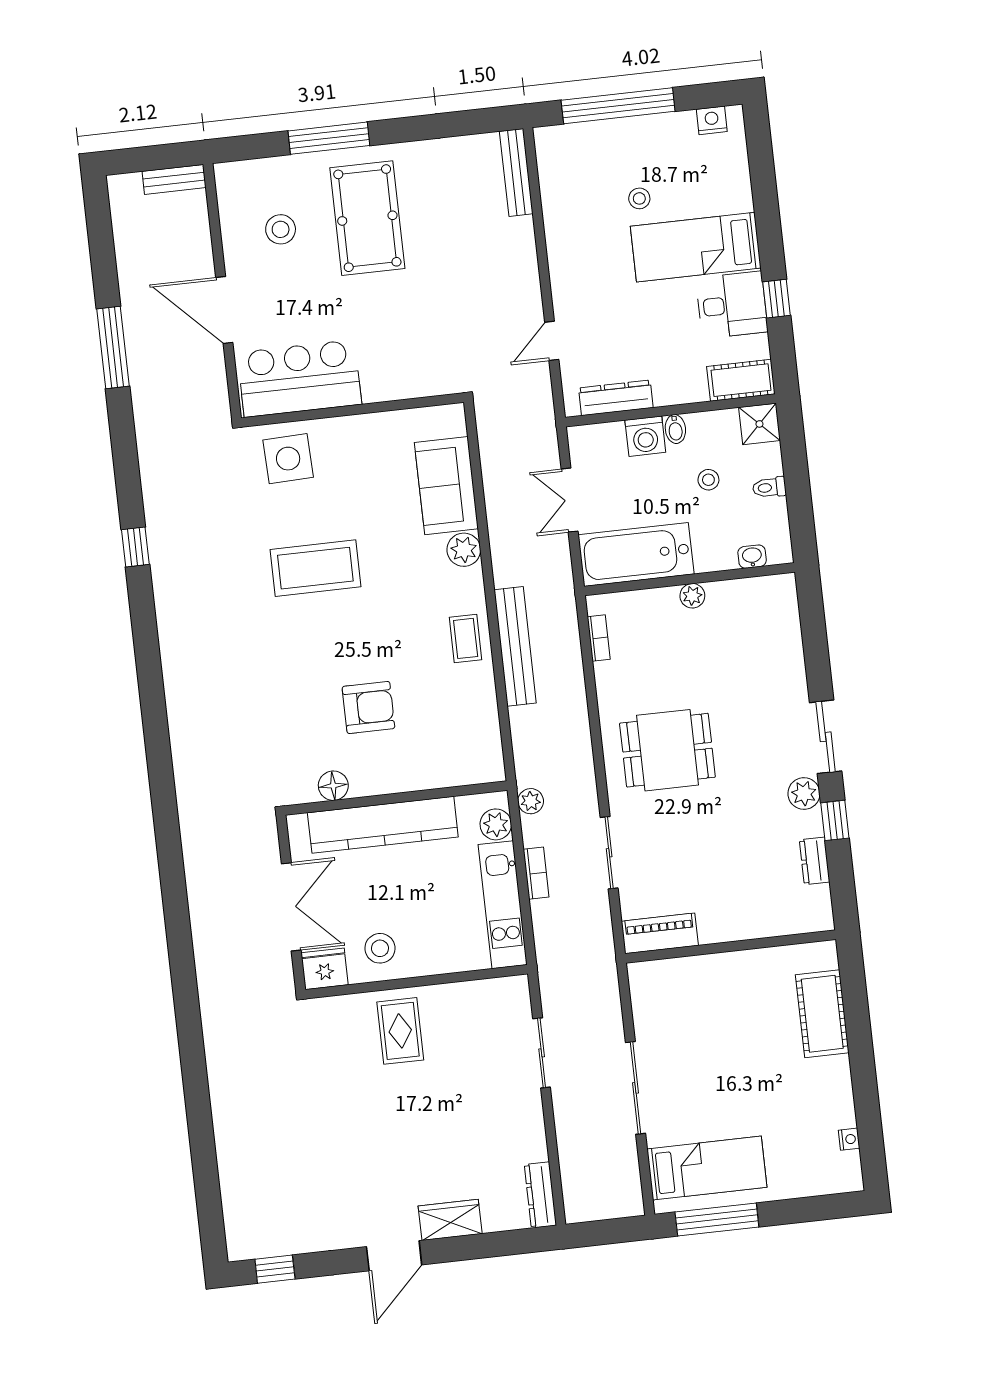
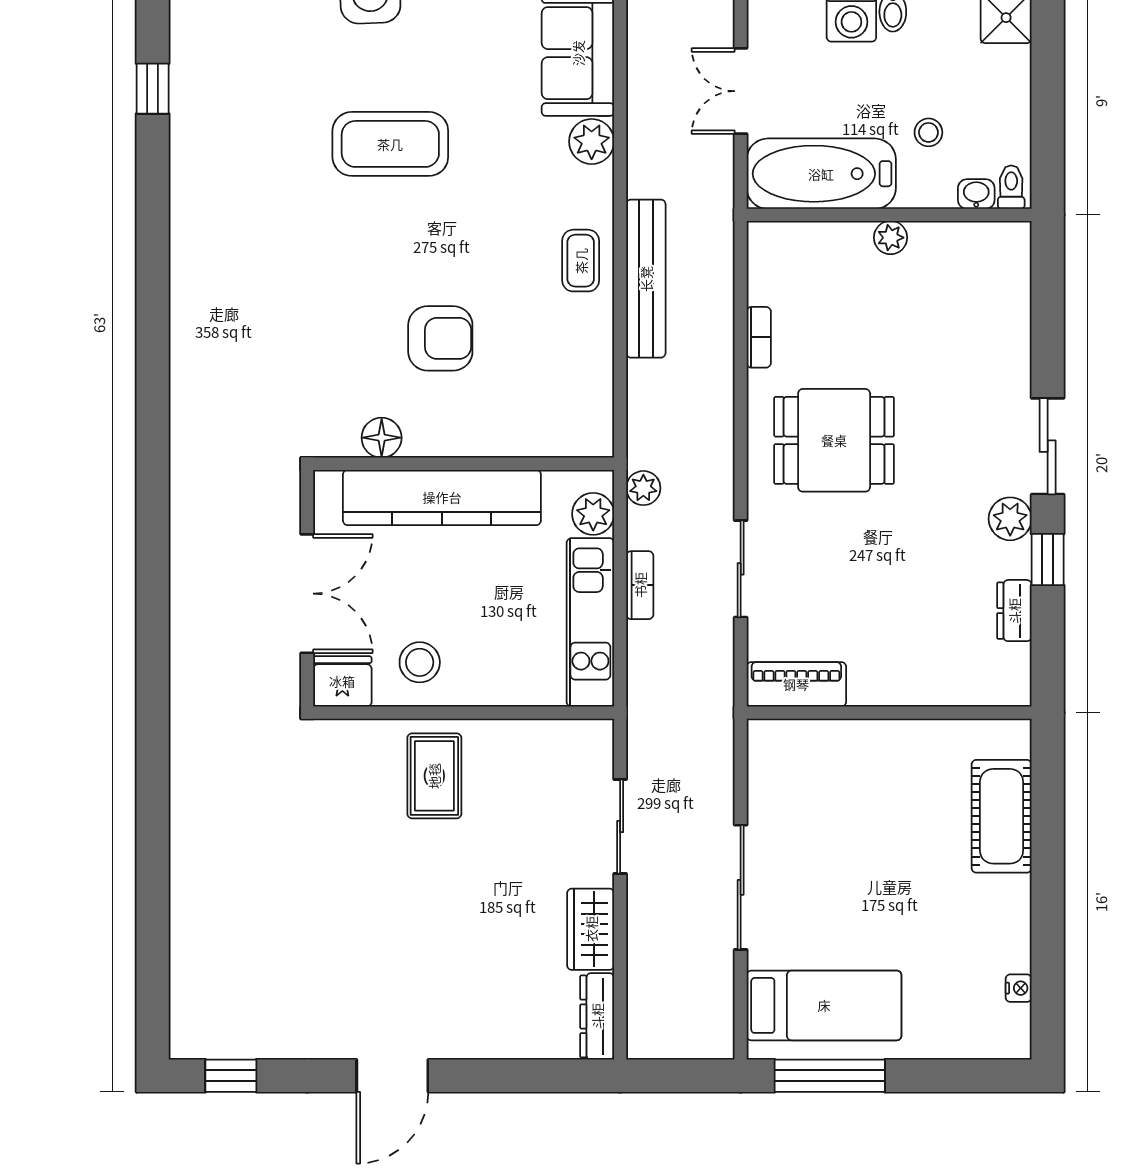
stool: (708, 480) -> (928, 132), moved
toilet: (769, 487) -> (1011, 187), moved, turned 90
bookcase: (599, 638) -> (759, 337), moved
wardrobe: (450, 1220) -> (591, 929), moved, turned -90

